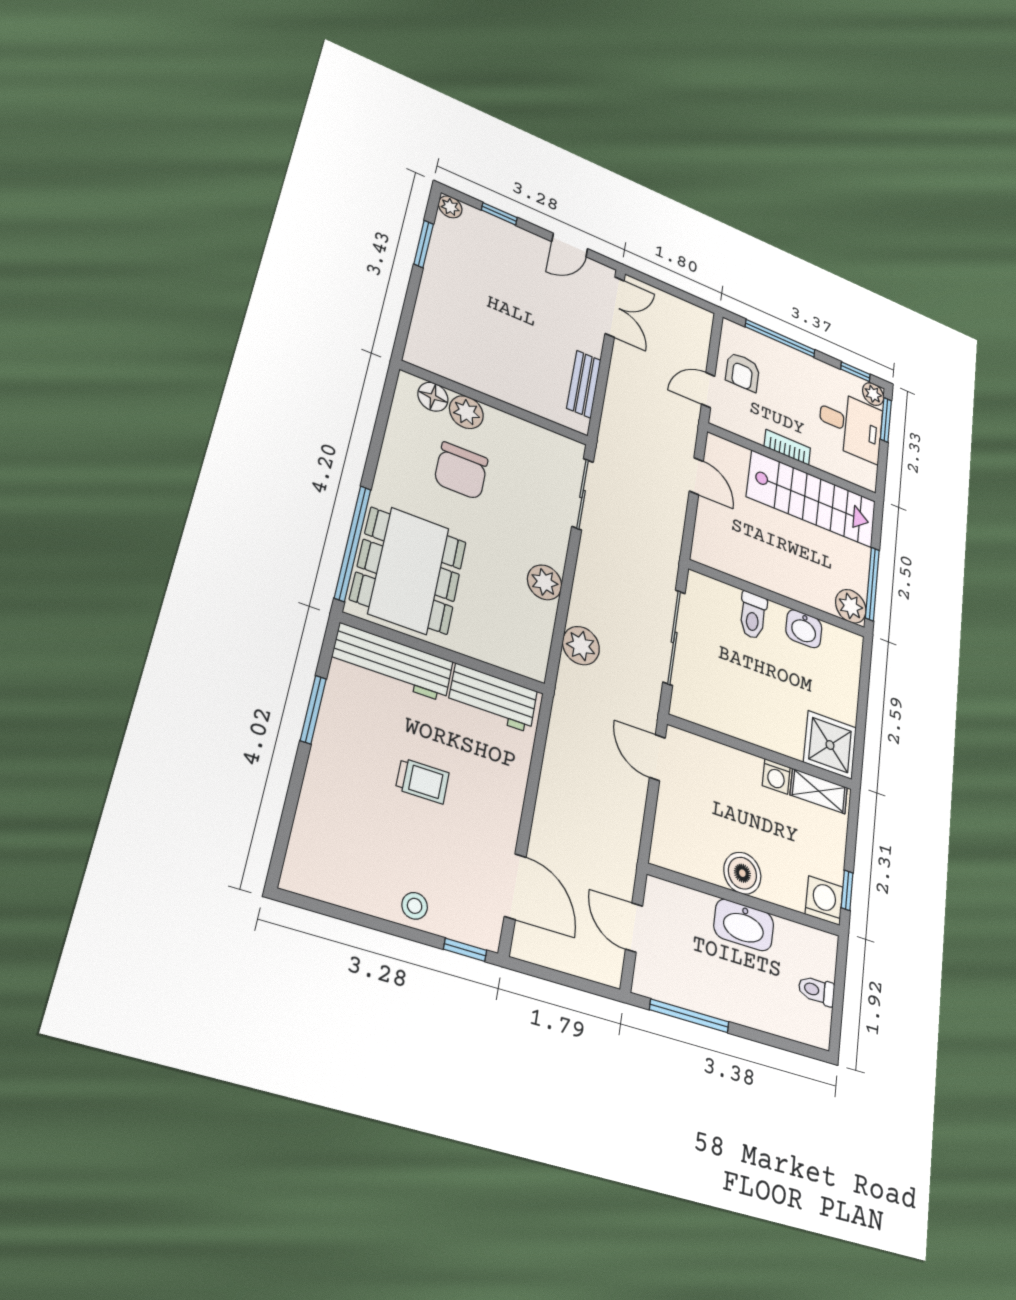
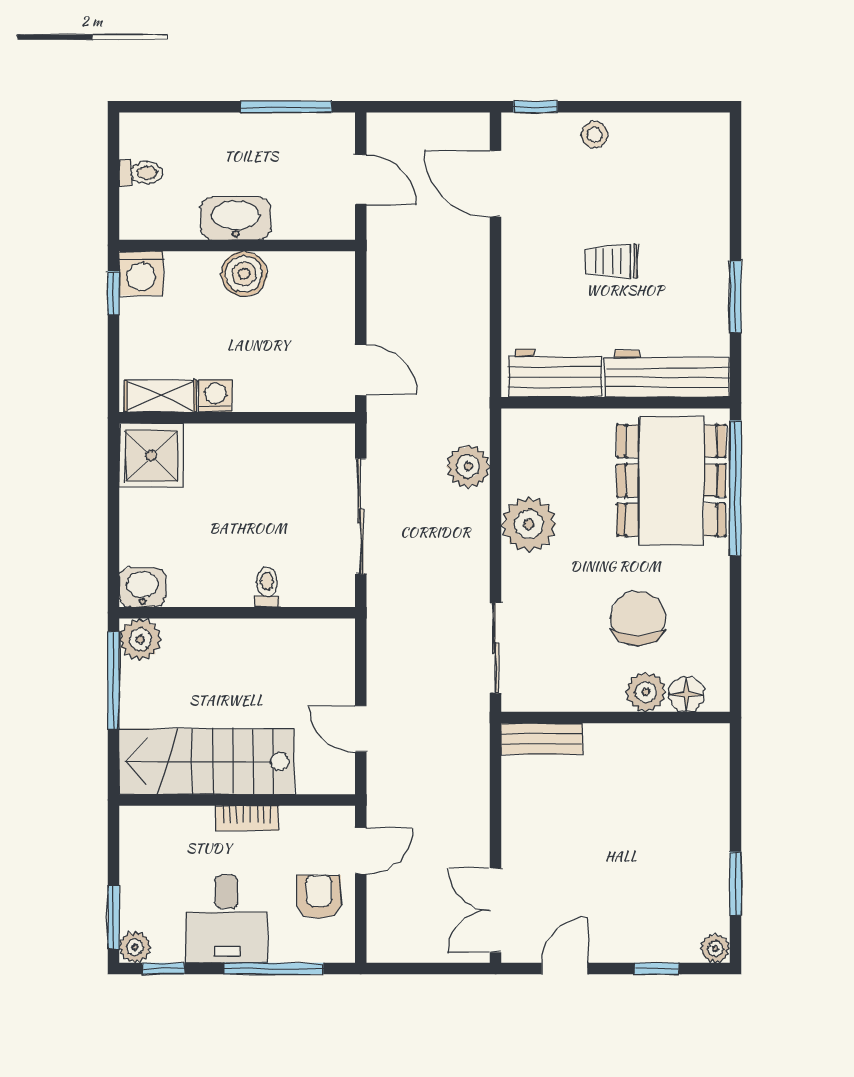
bench: (584, 384) -> (542, 739), moved, turned 90
desk: (851, 425) -> (226, 919), moved, turned -90
plant: (545, 582) -> (529, 524), width x1.36, depth x1.36
toilet: (753, 616) -> (267, 587), width x0.73, depth x0.72
washbasin: (804, 629) -> (142, 587), moved

